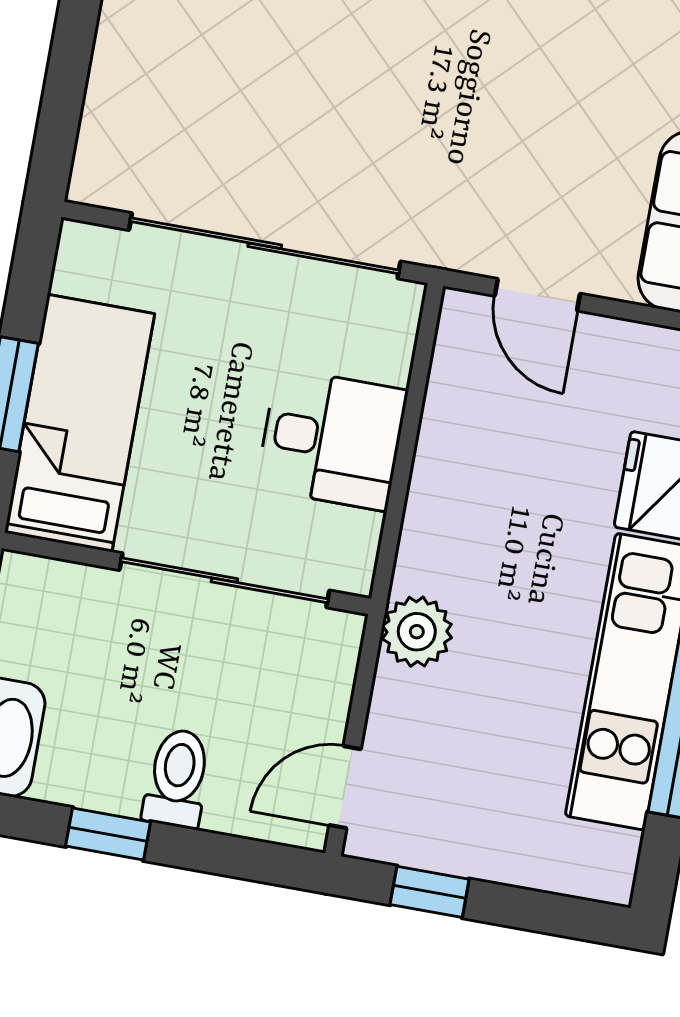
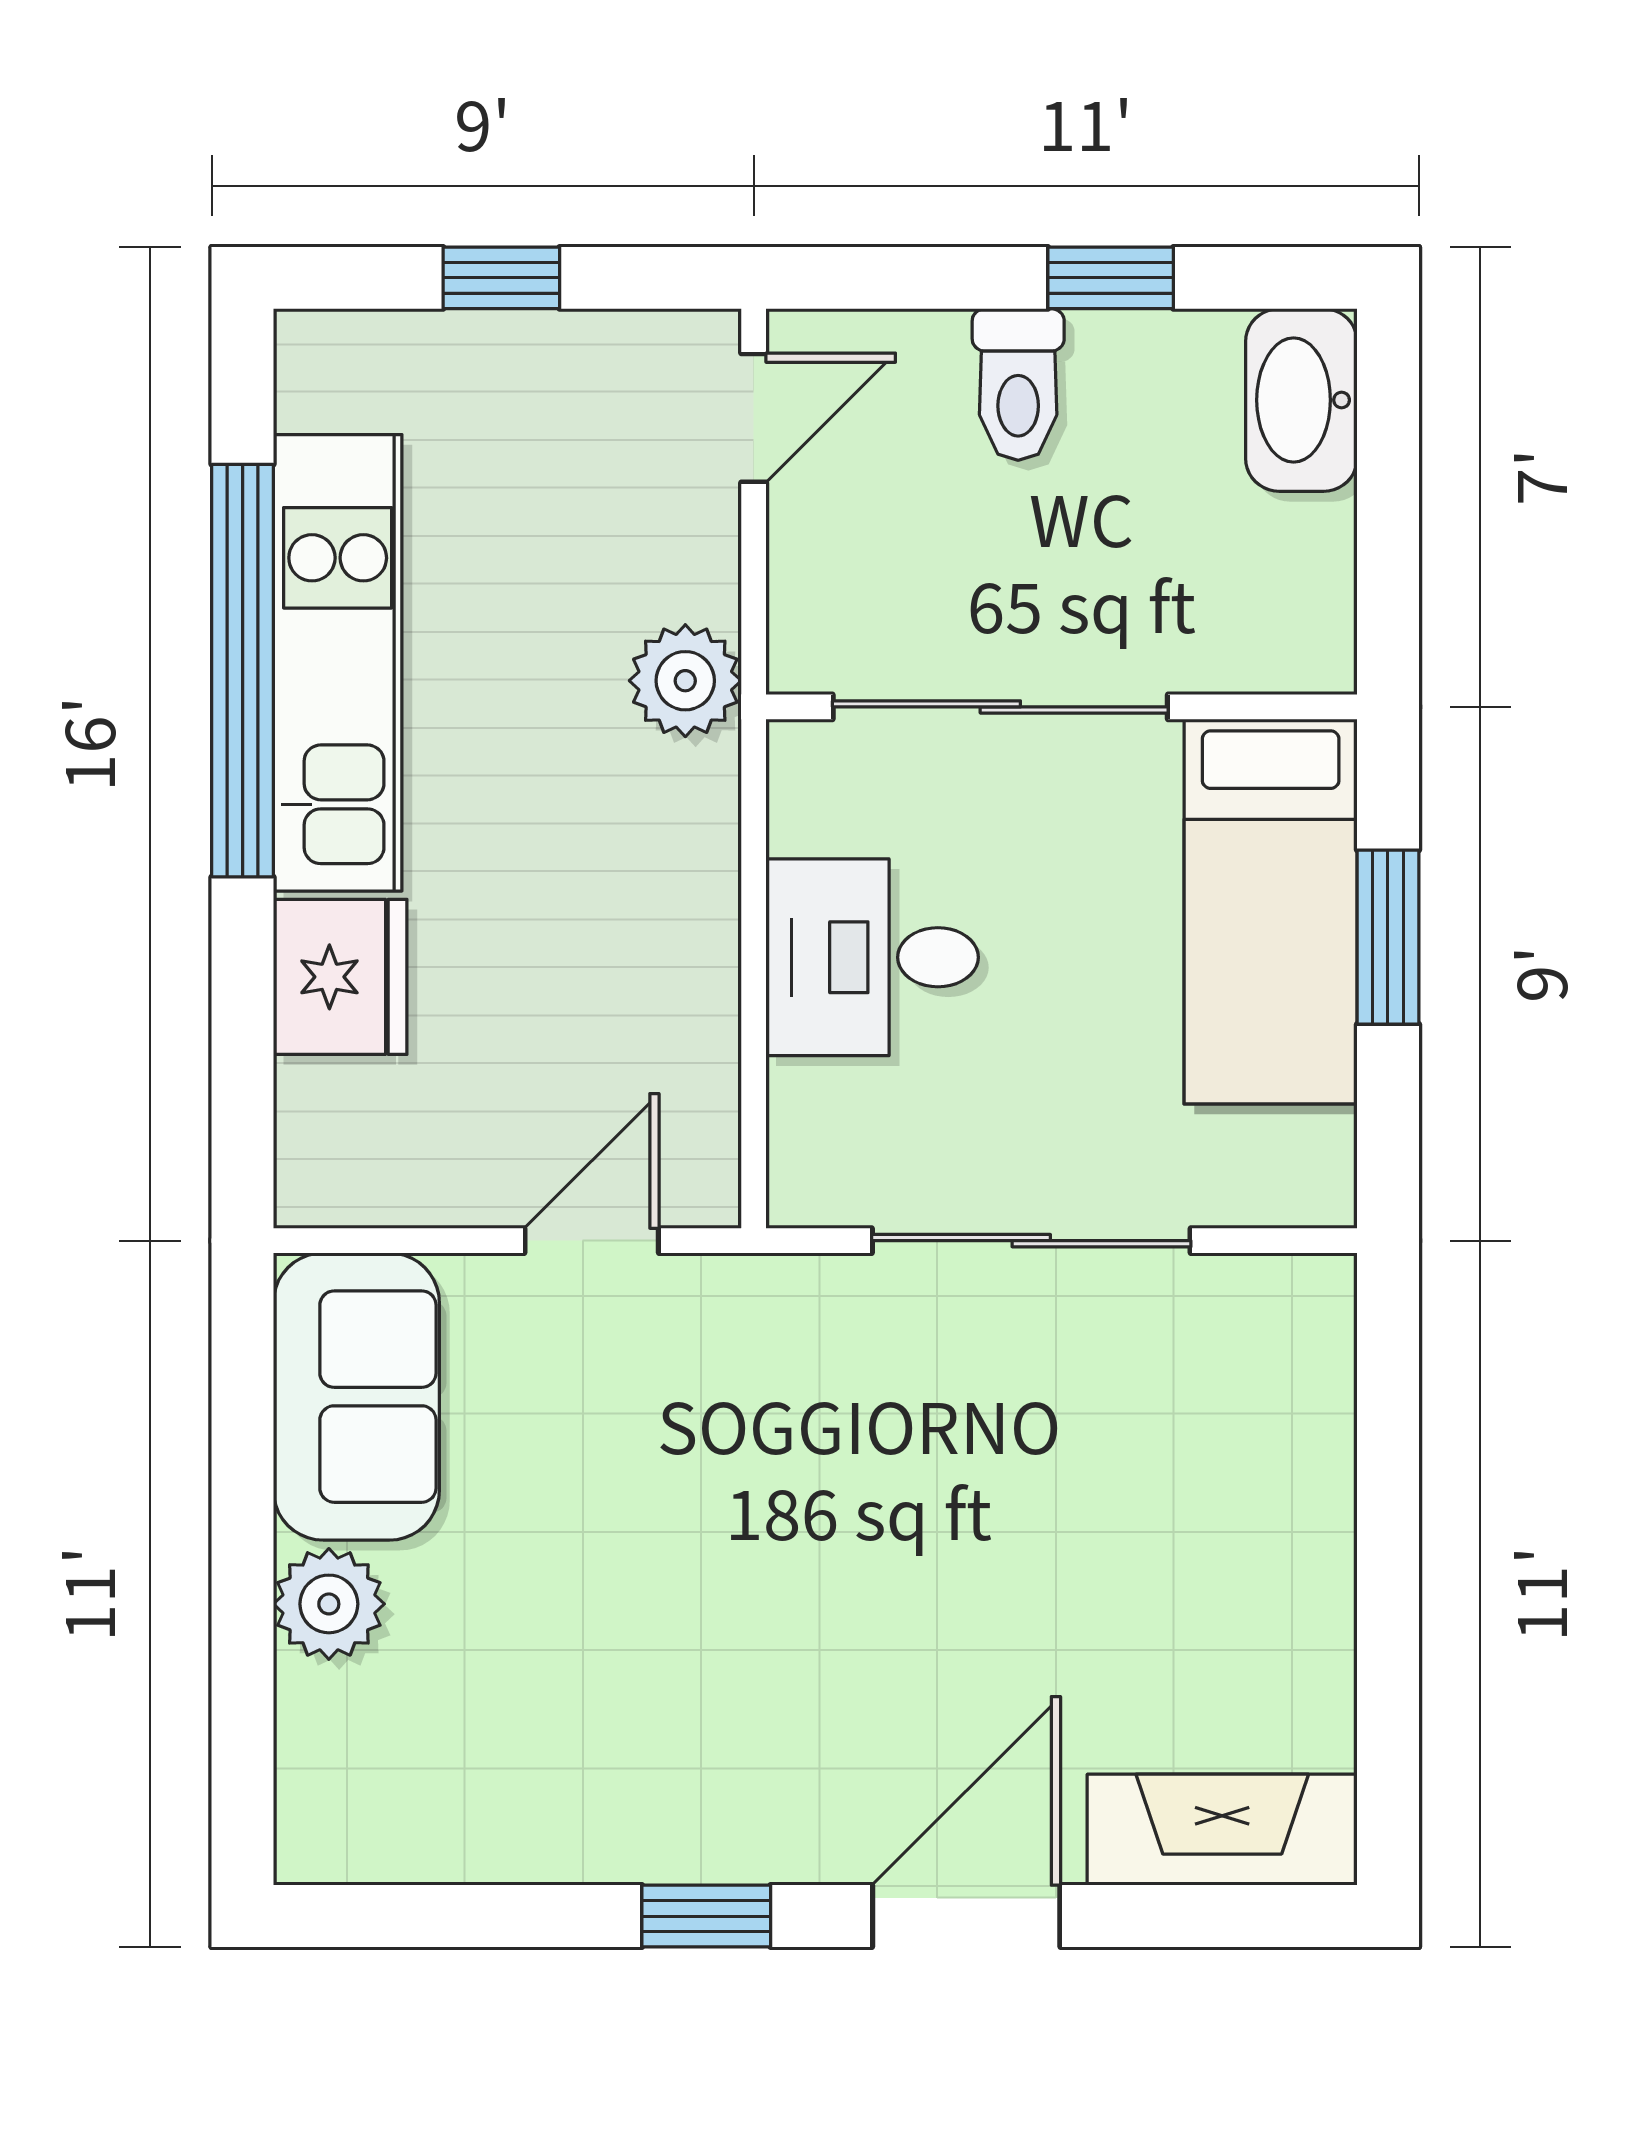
sliding door: (265, 246) -> (1031, 1241), width x0.73
door: (537, 295) -> (592, 1241), hinge flipped
window: (430, 892) -> (501, 278), moved

